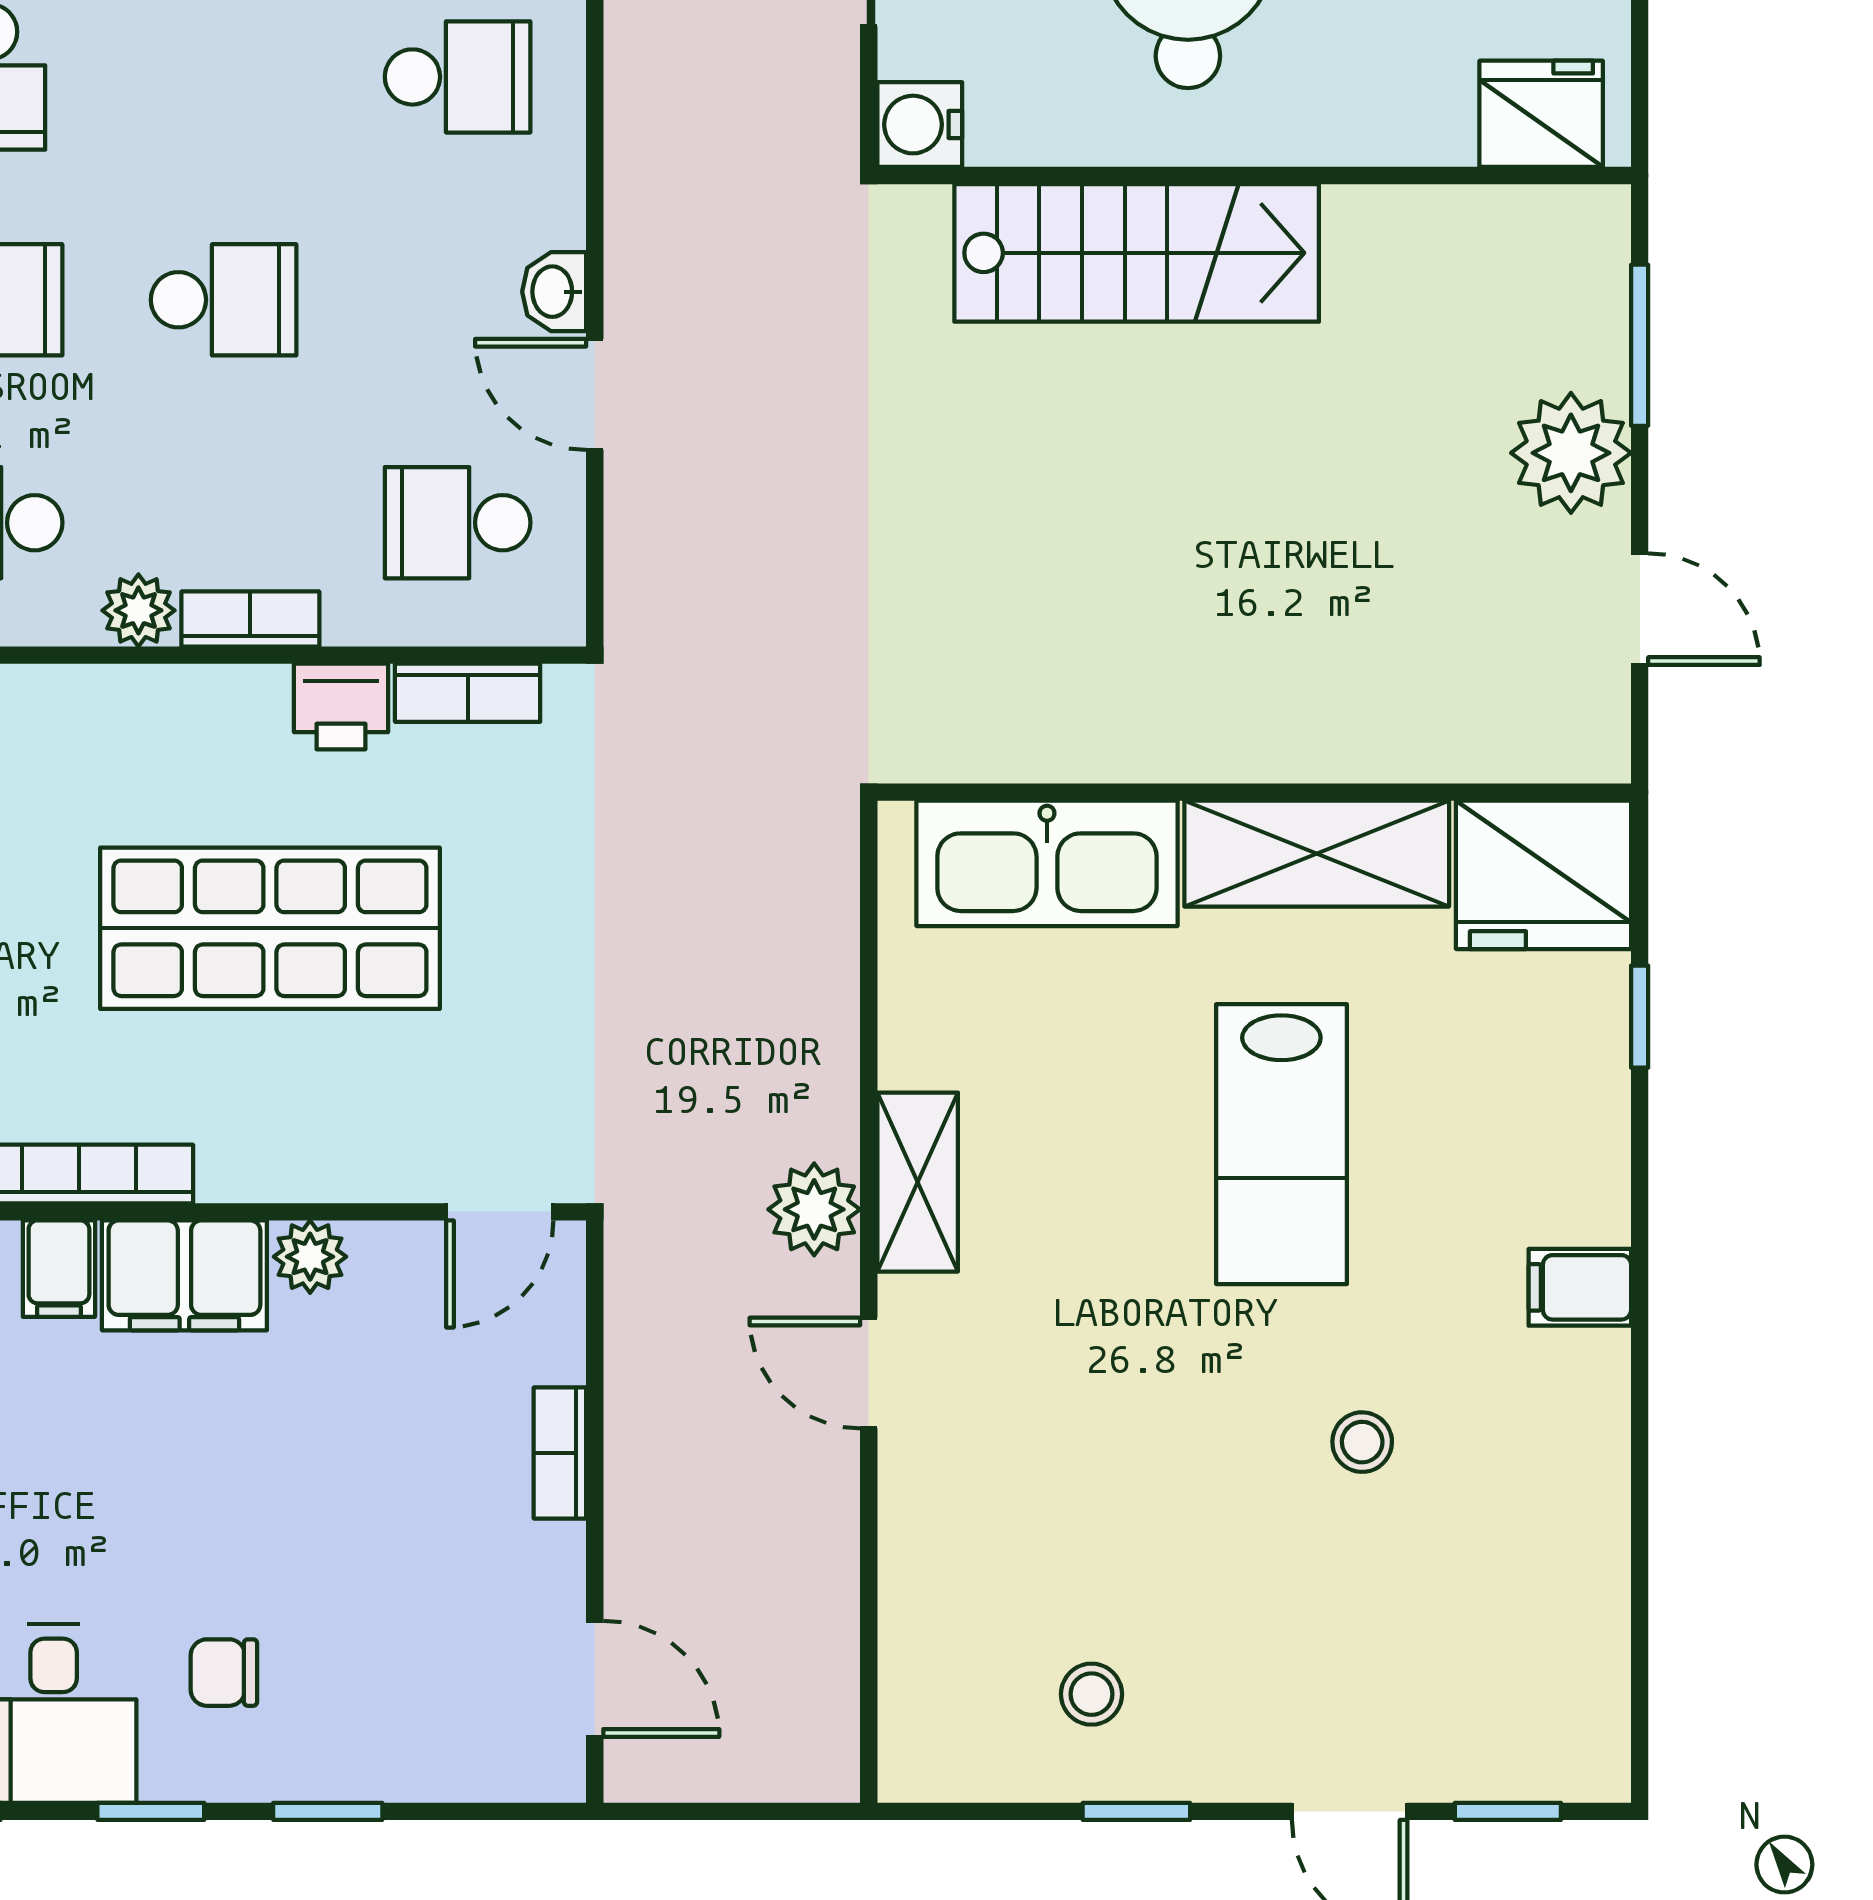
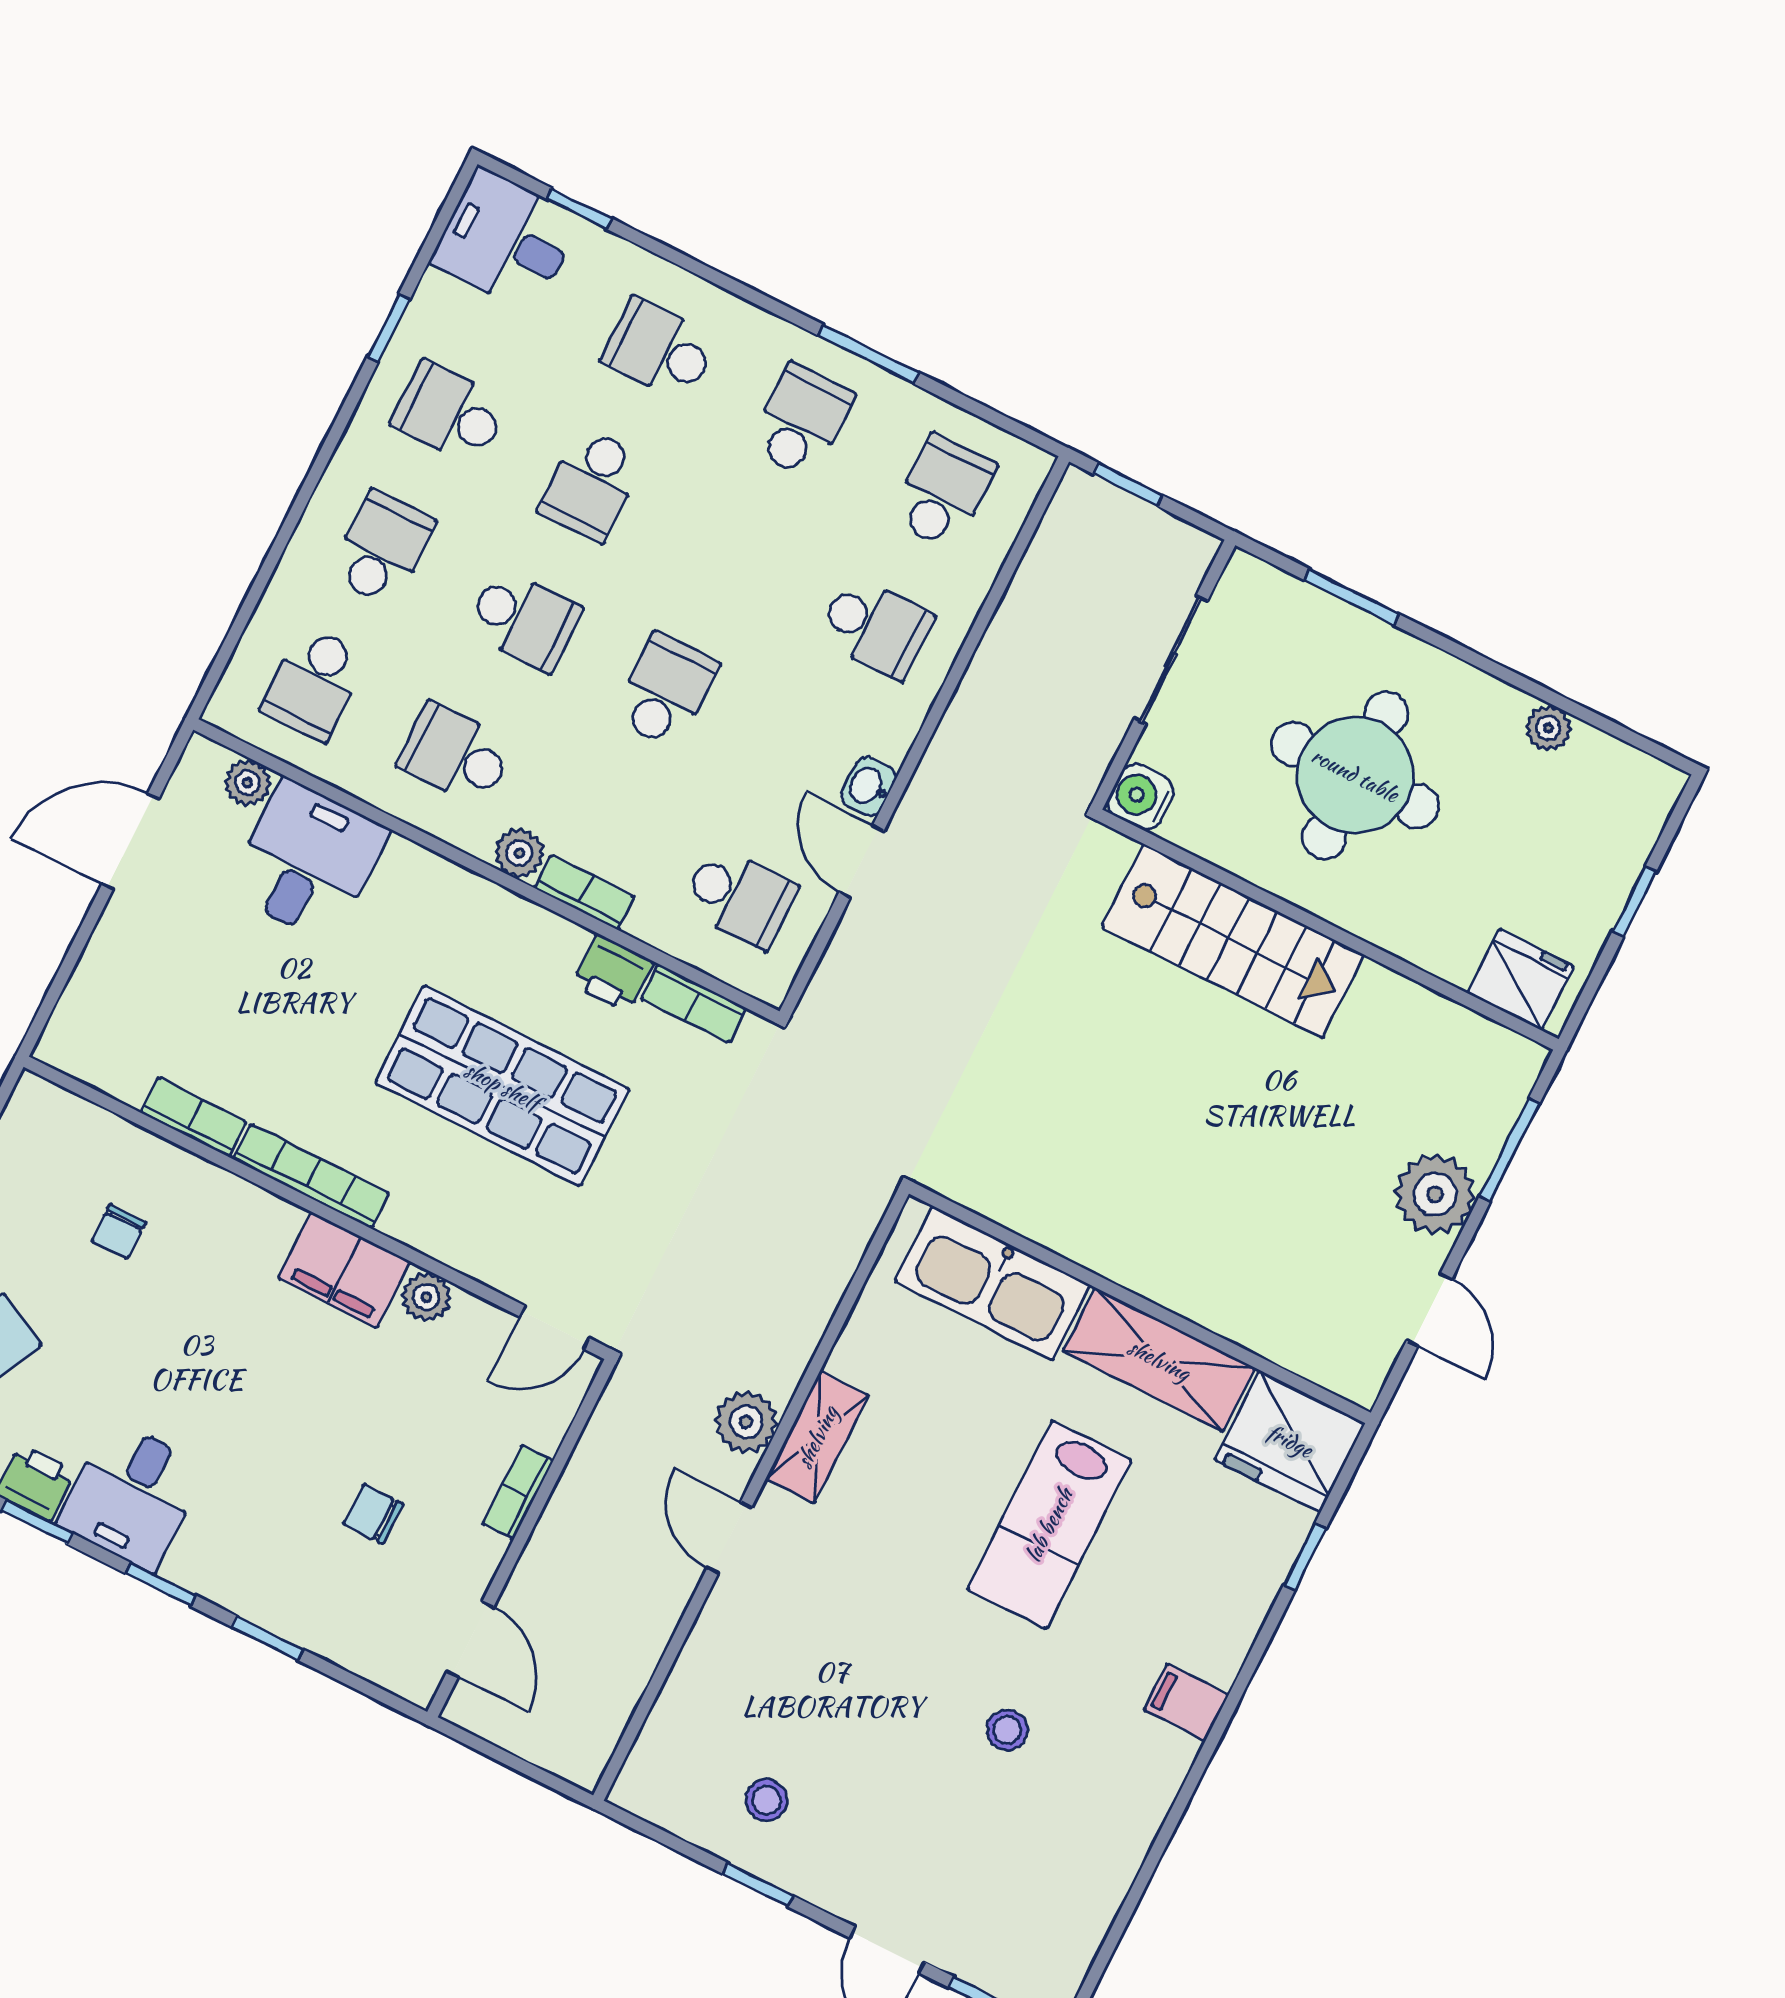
school desk: (224, 300) -> (665, 691), turned -90
school desk: (458, 523) -> (739, 897), turned 180
filing cabinet: (59, 1269) -> (271, 1228), removed
chair: (224, 1673) -> (373, 1514), moved

